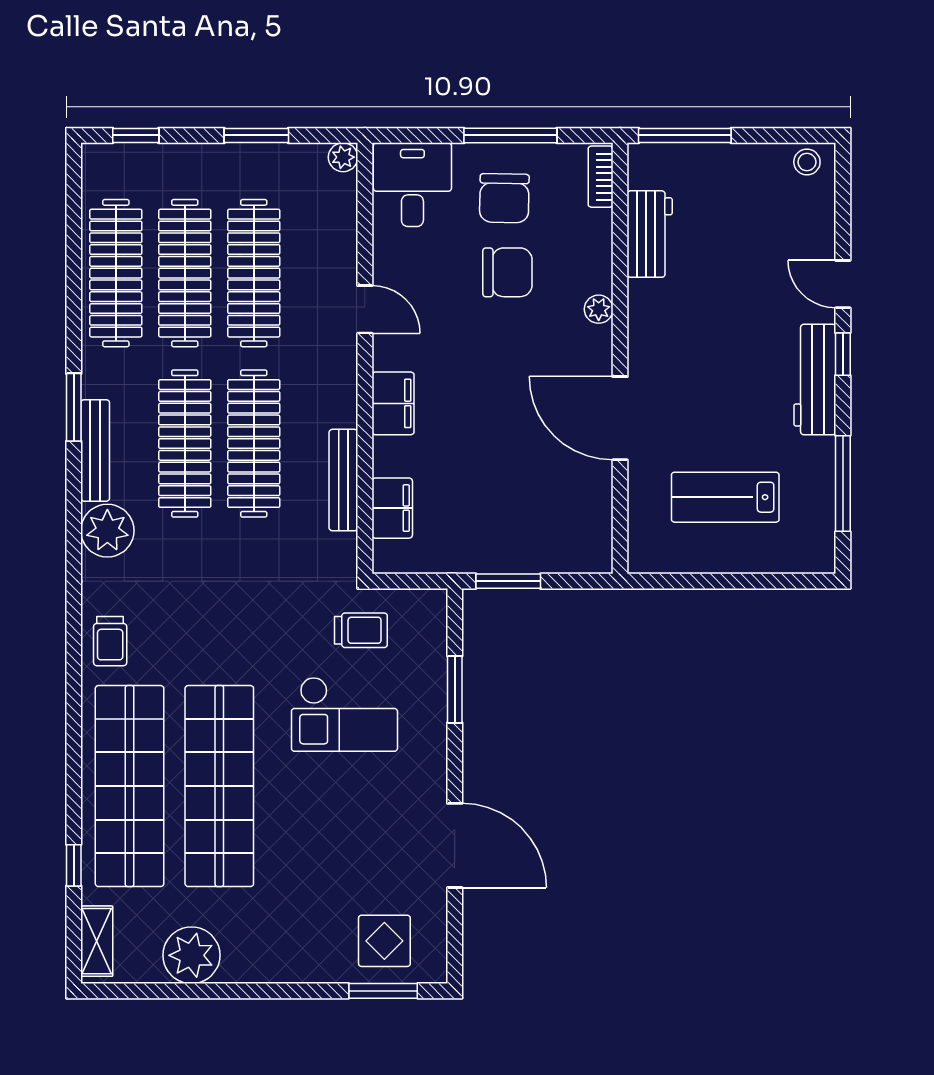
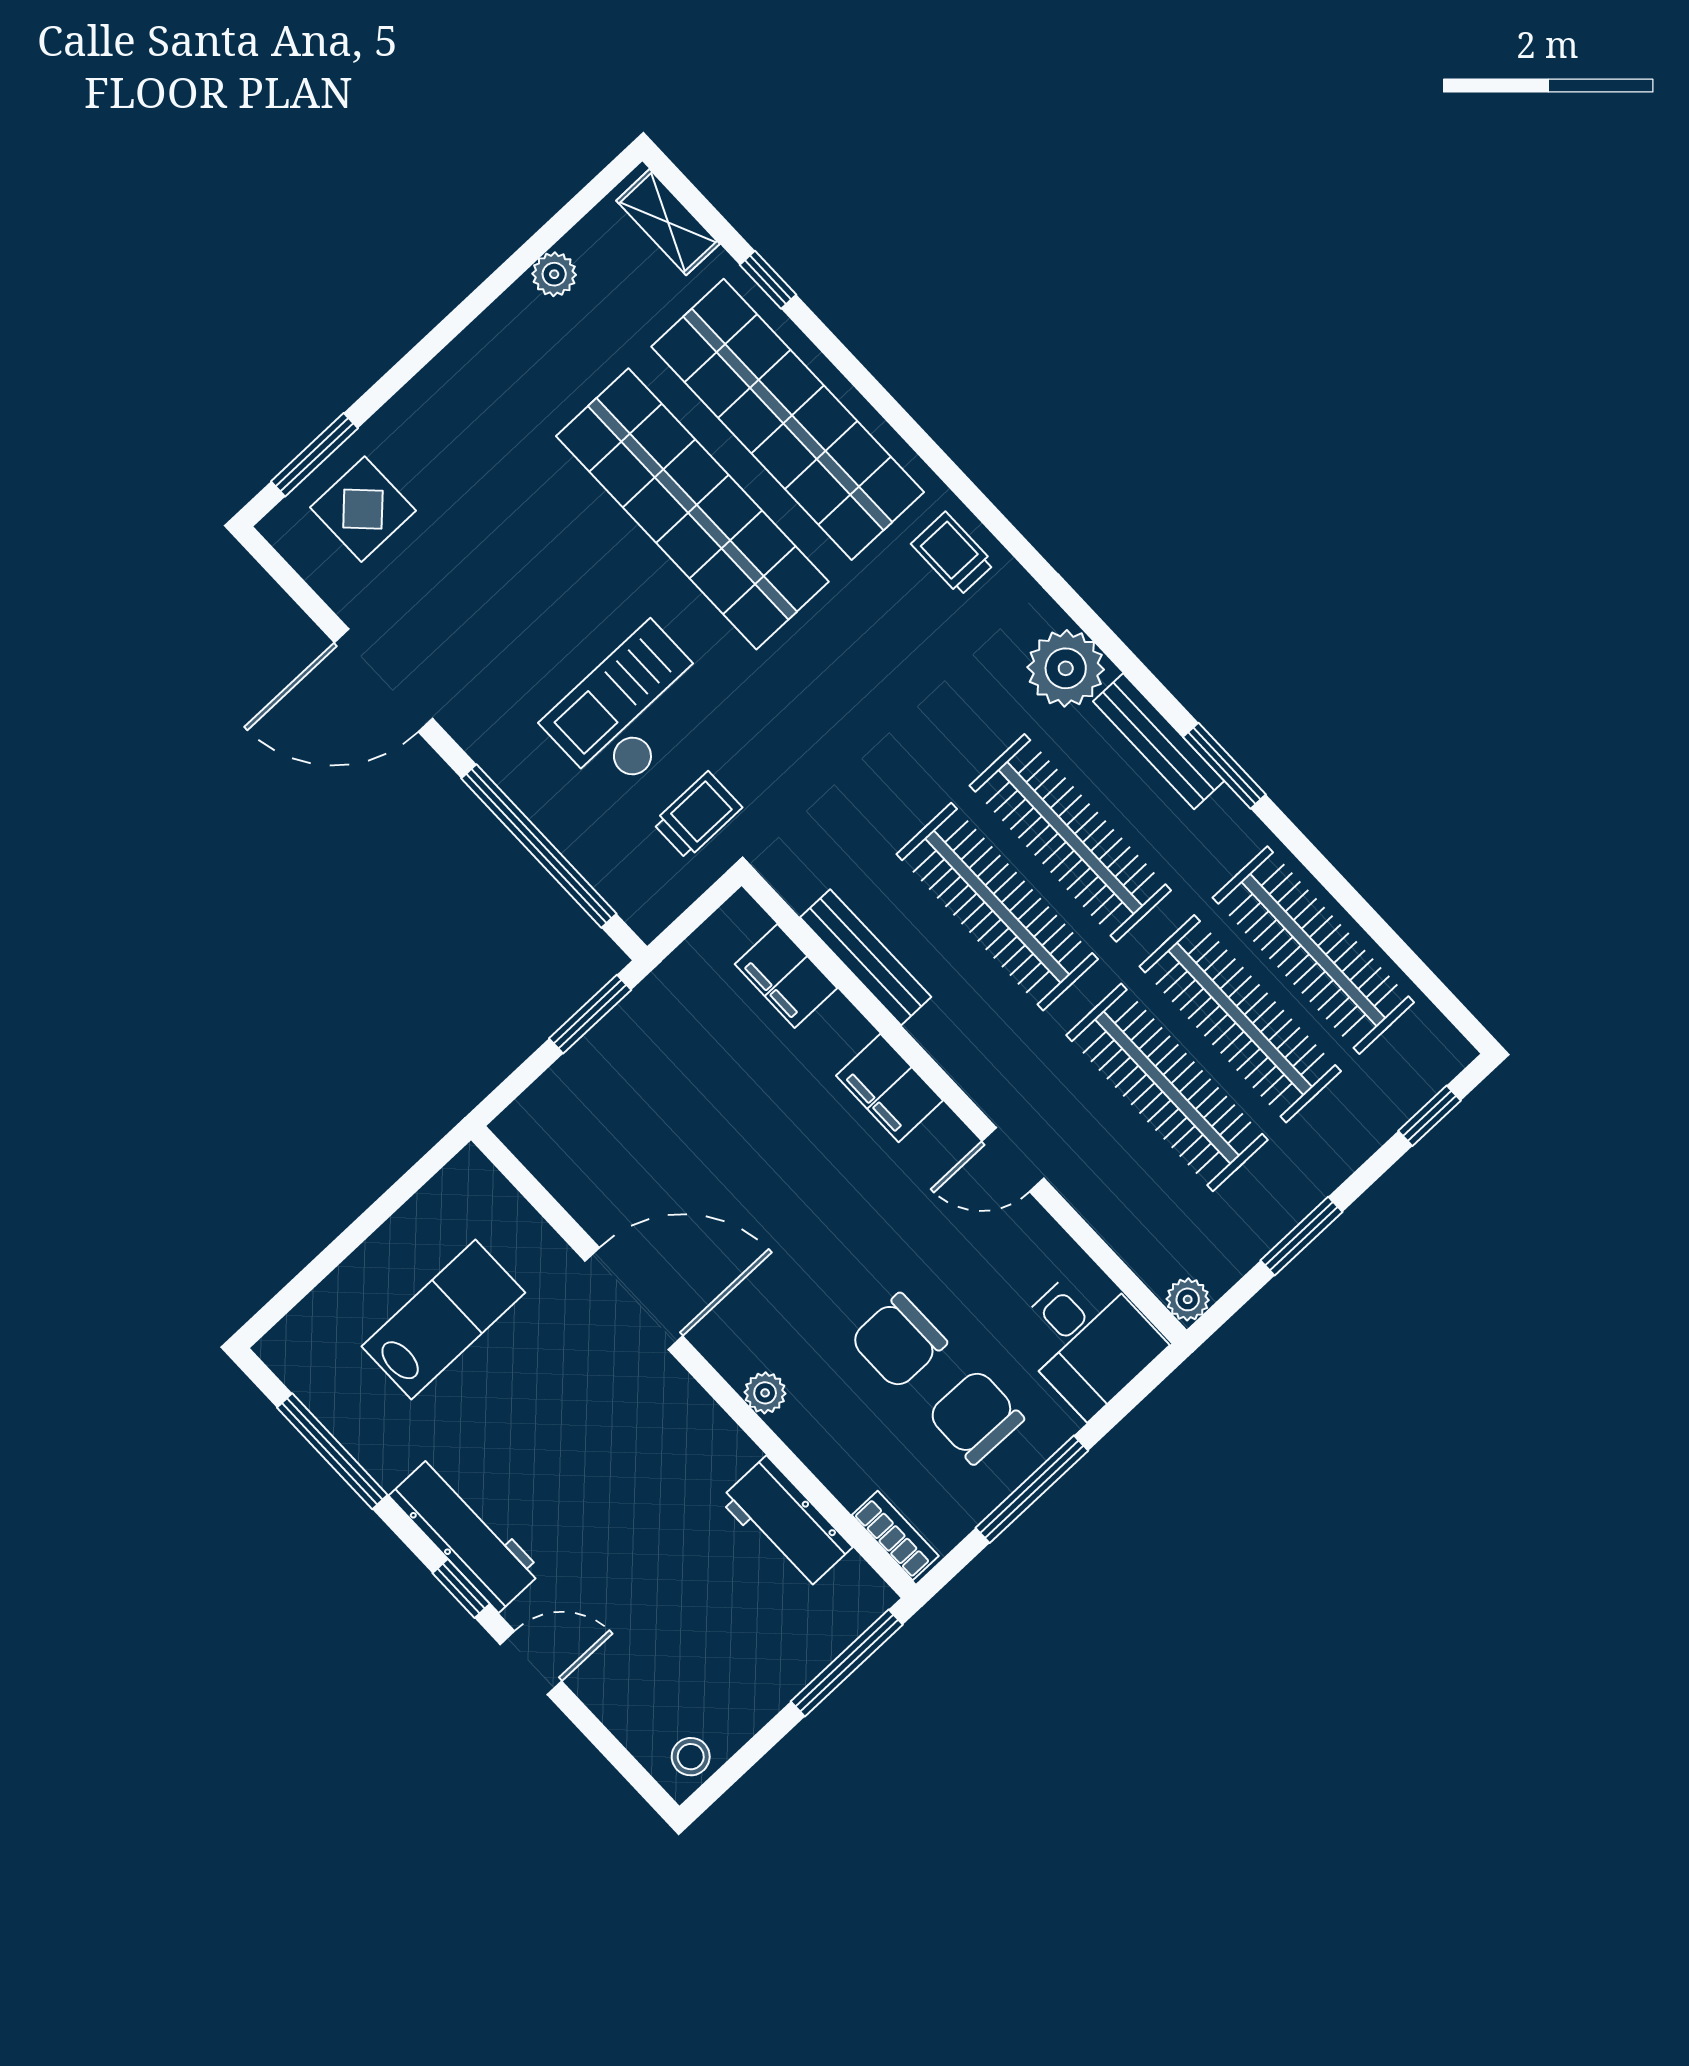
trolley: (361, 630) -> (697, 815), turned 180
window: (455, 689) -> (539, 846), width x2.11
plant: (191, 955) -> (554, 274), width x0.53, depth x0.53

